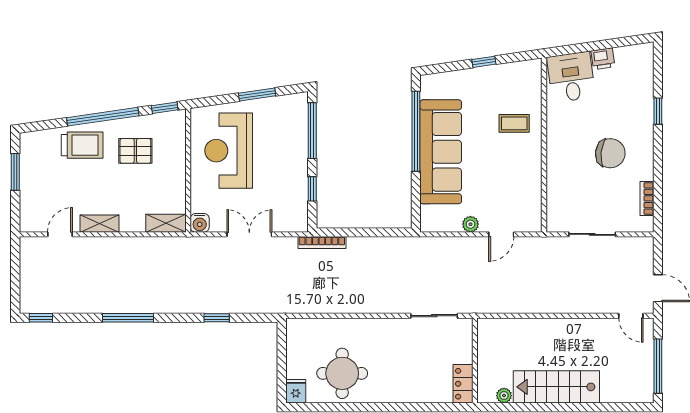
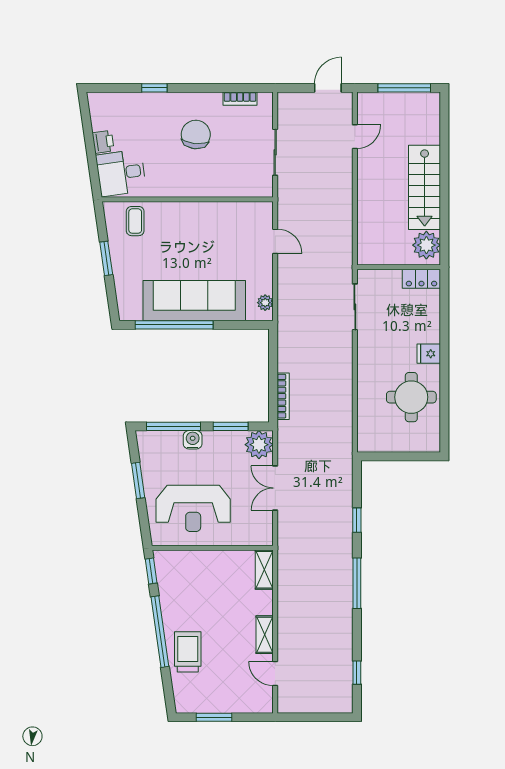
window: (484, 62) -> (106, 258), width x1.50
coffee table: (514, 123) -> (135, 221), moved
pallet: (135, 151) -> (193, 600), removed
window: (312, 189) -> (231, 426), width x1.50
plant: (294, 218) -> (259, 445), added
water cooler: (200, 223) -> (193, 440), moved, turned -90
plant: (470, 224) -> (265, 303), moved
bookcase: (322, 243) -> (283, 396), moved
door: (631, 316) -> (355, 137), moved
window: (41, 318) -> (357, 673), moved
window: (128, 318) -> (357, 583), moved
fridge: (296, 391) -> (429, 354), moved
plant: (504, 396) -> (426, 245), width x1.87, depth x1.87

